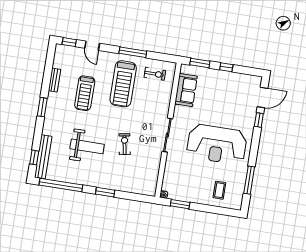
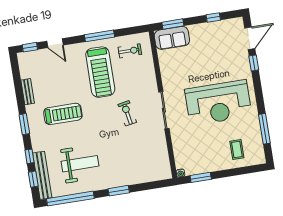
window: (226, 67) -> (213, 17), moved
sofa: (186, 90) -> (172, 38), moved, turned 90
treadmill: (85, 93) -> (63, 114), moved, turned -90
window: (38, 137) -> (29, 156), added
exercise bike: (125, 144) -> (127, 113), moved
weight bench: (87, 146) -> (80, 164), moved

